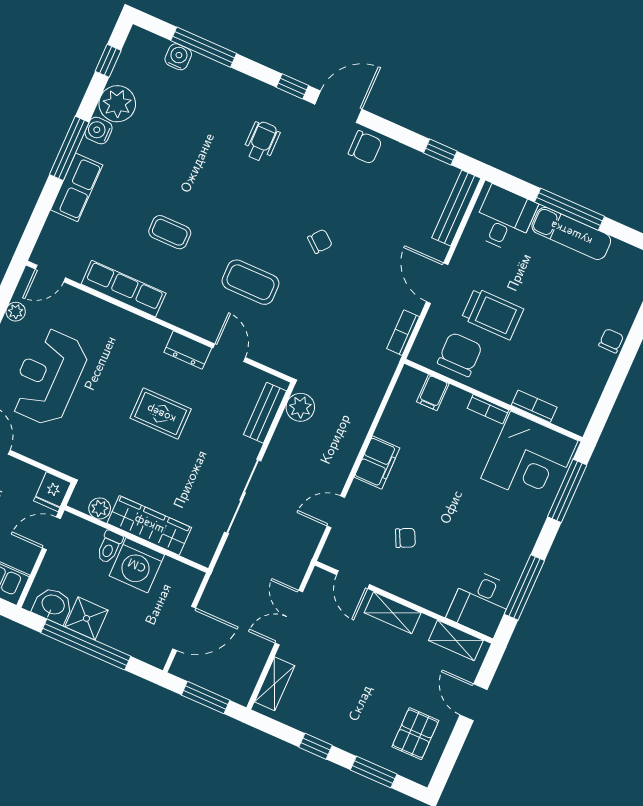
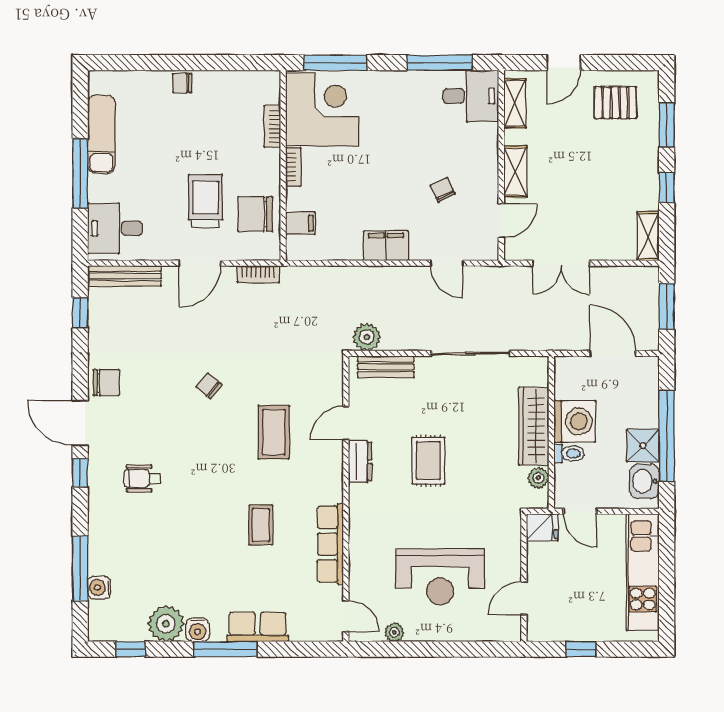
chair: (365, 147) -> (106, 383), turned 90
exam couch: (571, 233) -> (101, 134), moved
shelving: (275, 684) -> (648, 236), moved, turned 90

